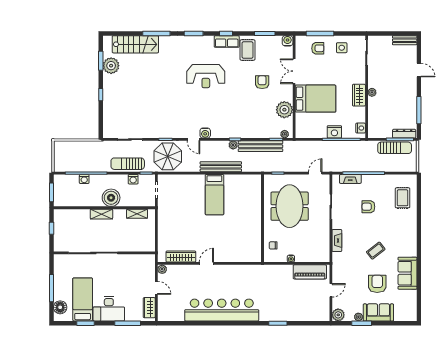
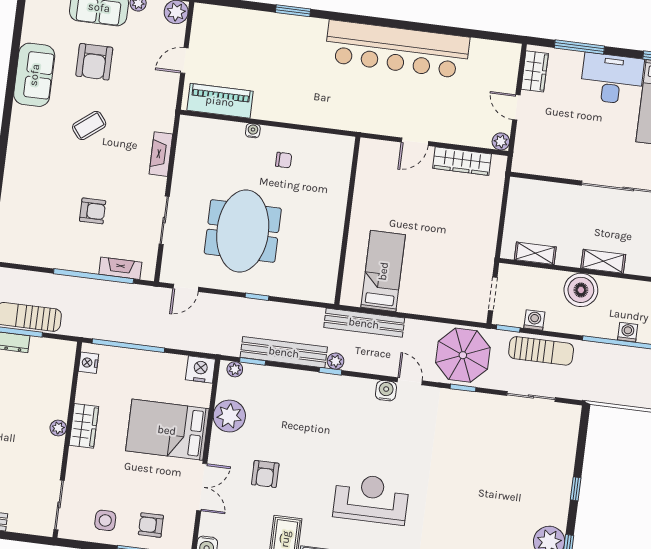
nightstand: (334, 132) -> (200, 369), moved
rug: (403, 198) -> (25, 220), removed
wall: (262, 218) -> (347, 221), moved

